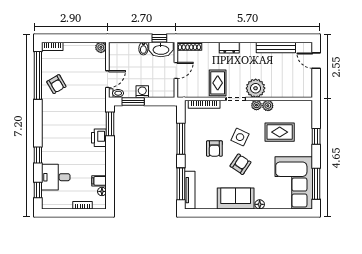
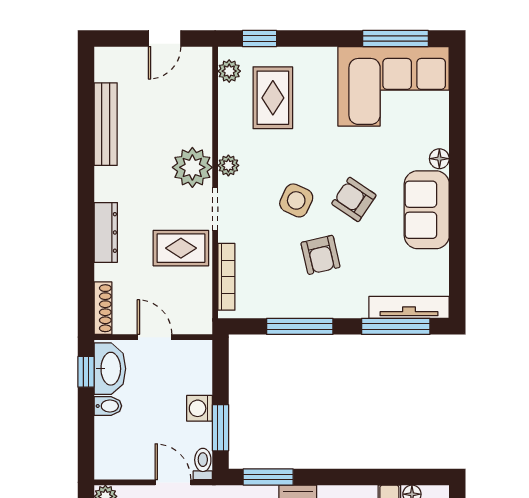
dresser: (229, 48) -> (106, 232), width x1.44
door: (316, 61) -> (165, 38), moved
plant: (268, 106) -> (229, 71), moved
rug: (280, 132) -> (273, 98), moved
window: (316, 136) -> (259, 38), moved
armchair: (214, 149) -> (321, 255), turned 77

